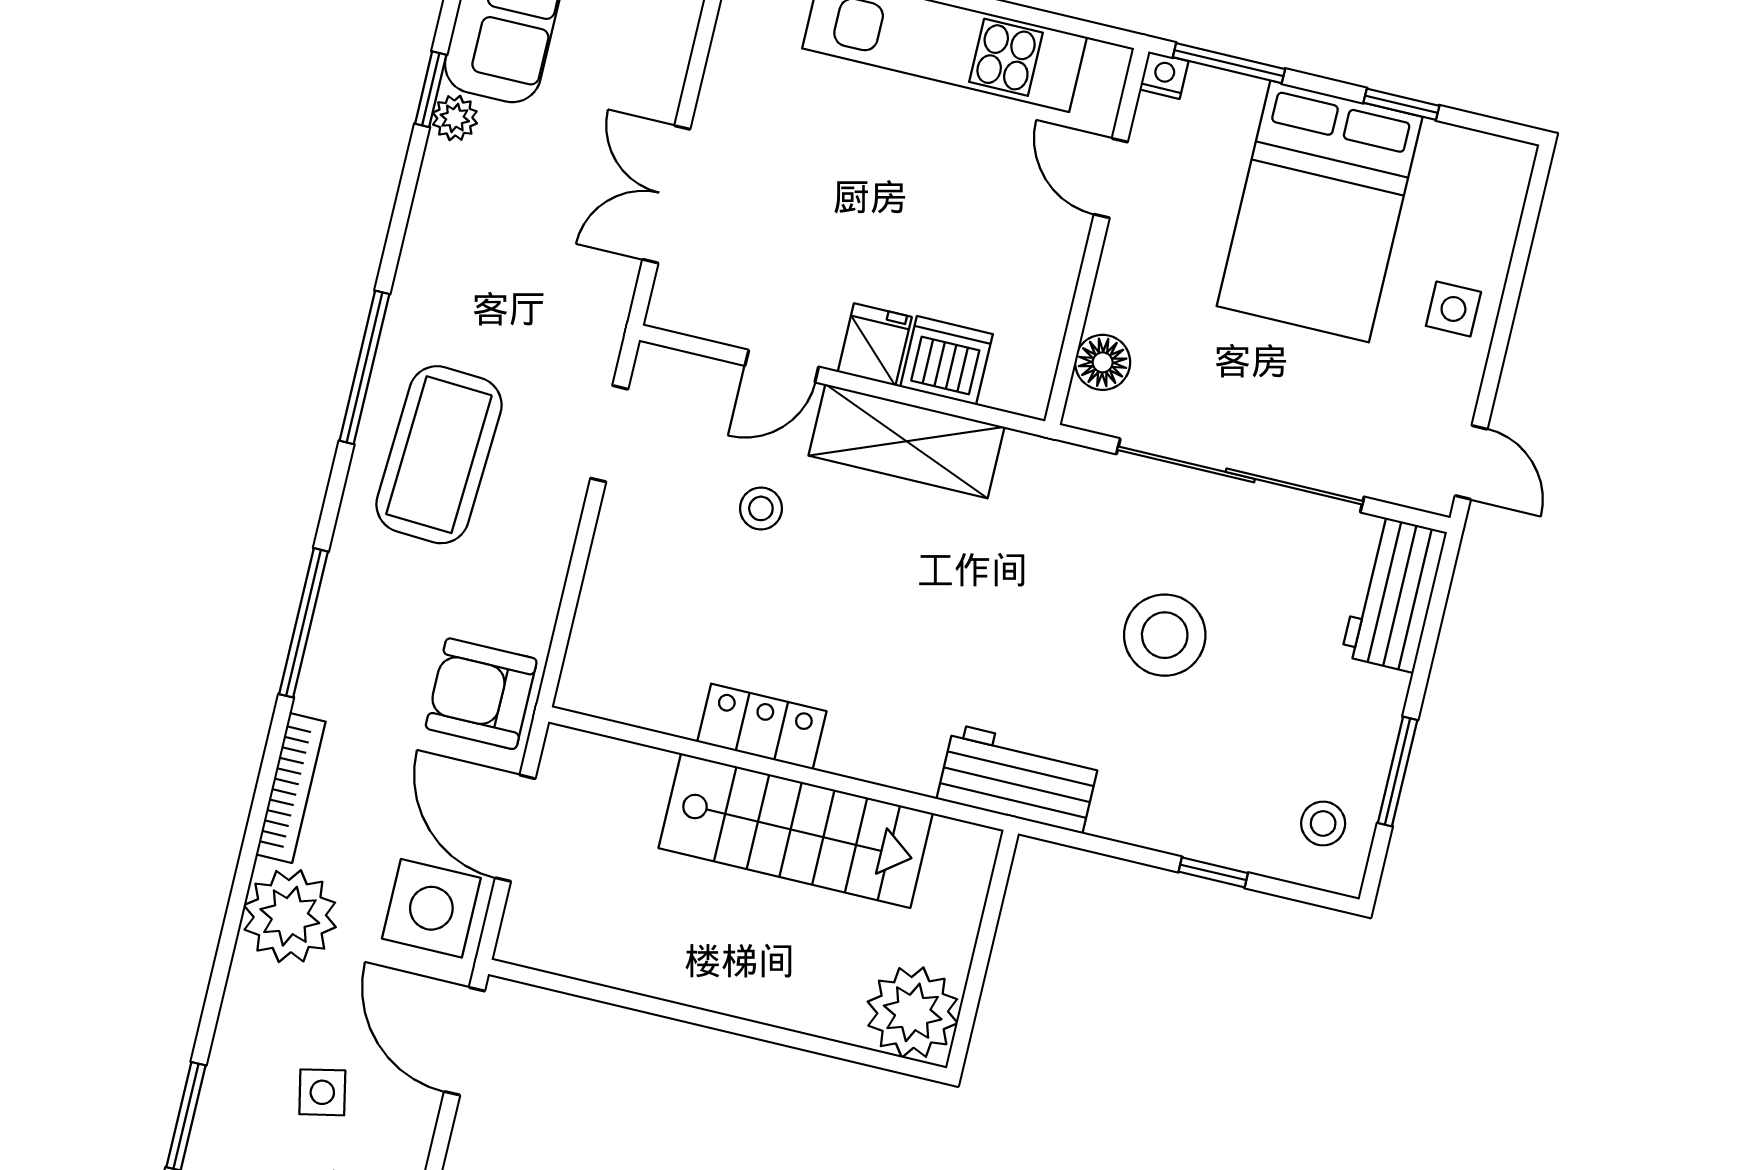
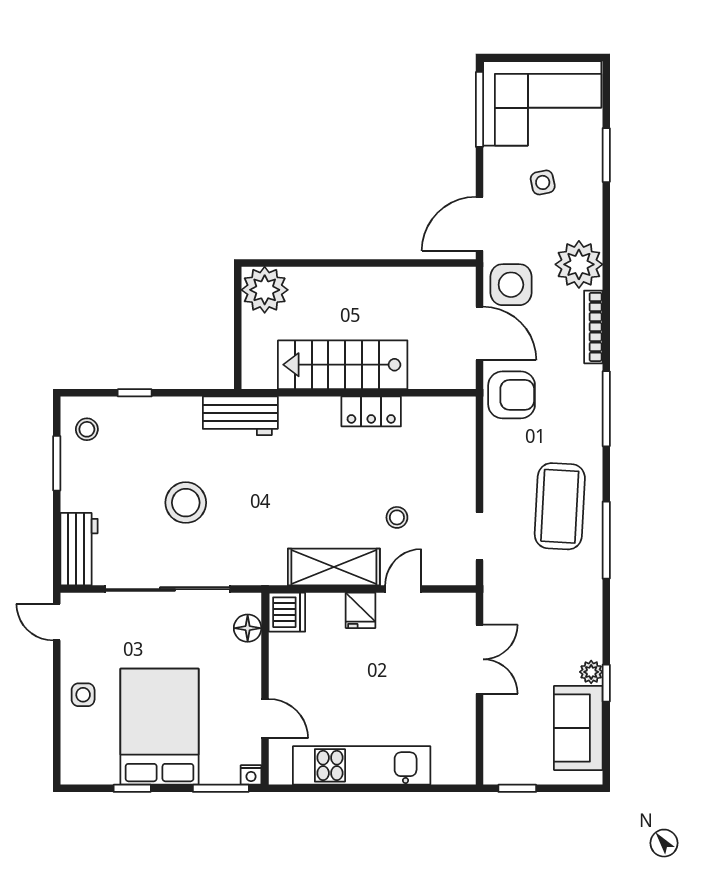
dishwasher: (946, 360) -> (287, 612), moved, turned -90
door: (465, 1041) -> (479, 224), swing flipped

